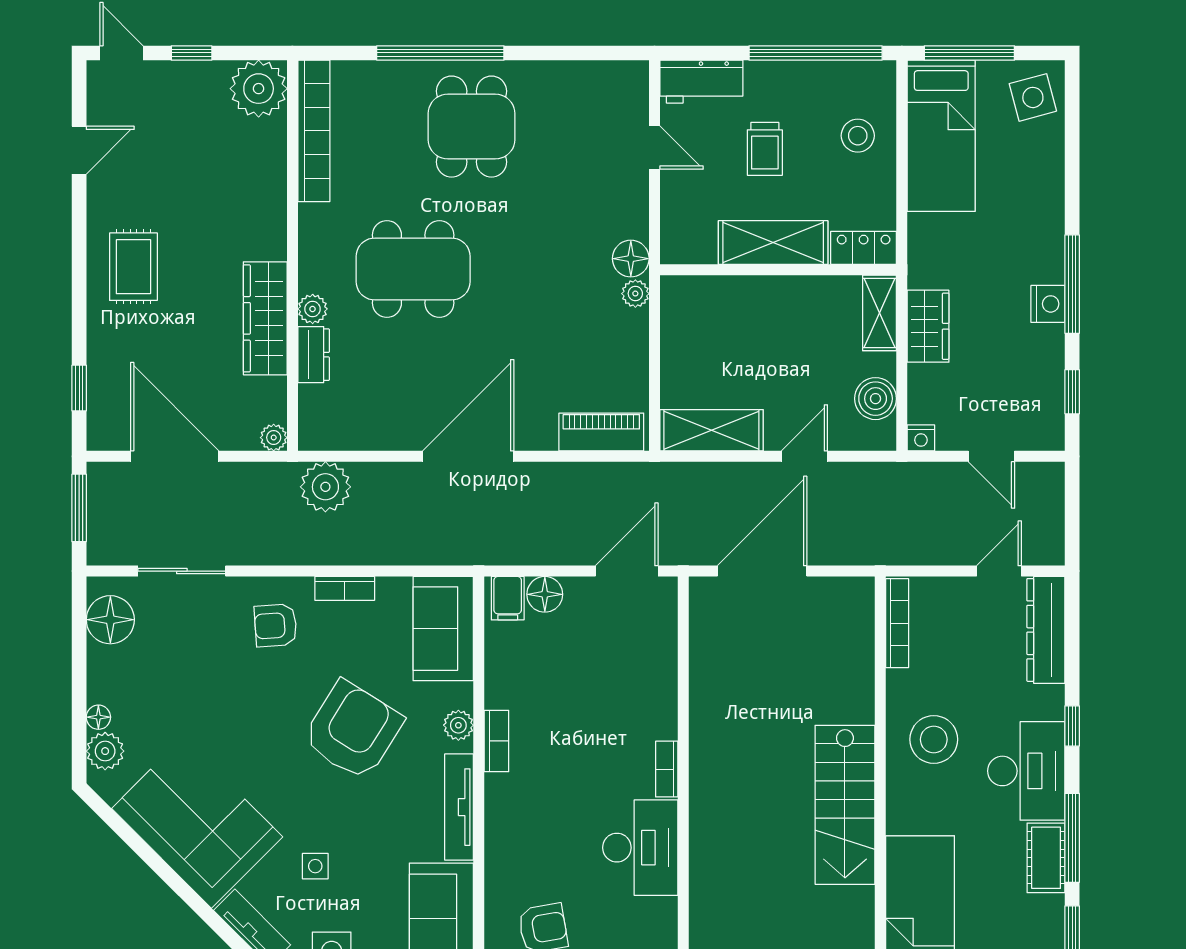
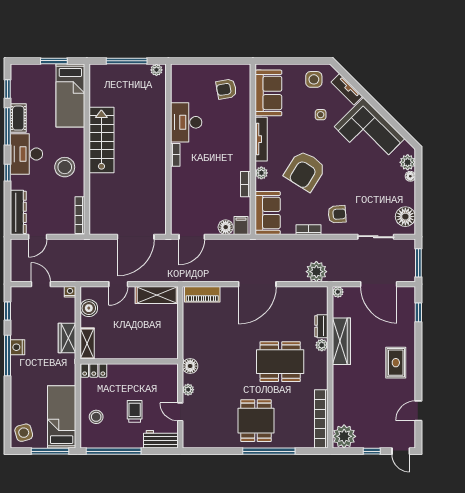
shelving: (773, 243) -> (131, 373), removed
plant: (635, 294) -> (188, 390), moved
bookcase: (496, 741) -> (246, 184), moved

